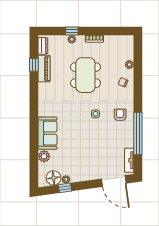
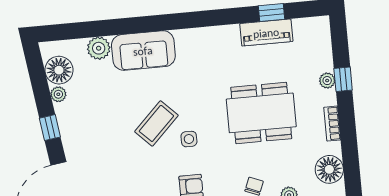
floor lamp: (118, 42) -> (329, 169), added
dresser: (43, 46) -> (310, 26), removed
coffee table: (86, 130) -> (156, 123), added
window: (65, 188) -> (50, 128), moved

